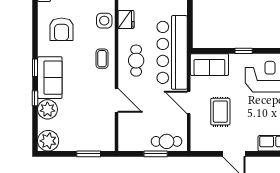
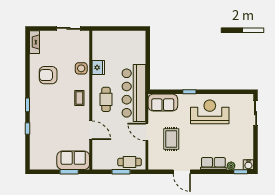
armchair: (62, 29) -> (48, 75), turned 90
sofa: (50, 78) -> (73, 160), moved, turned -90
plant: (47, 109) -> (37, 137), removed
plant: (48, 141) -> (38, 162), removed

